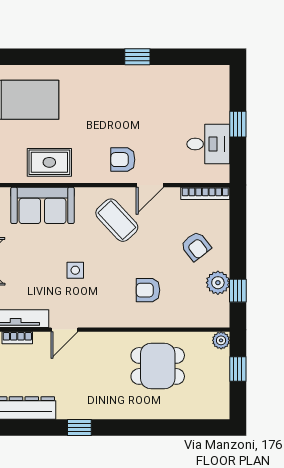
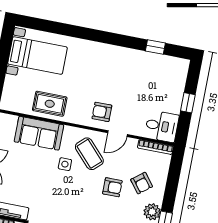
window: (137, 57) -> (155, 47), moved
desk: (208, 144) -> (162, 126), moved
side table: (75, 270) -> (65, 164), moved
armchair: (148, 290) -> (112, 187), moved, turned 180

